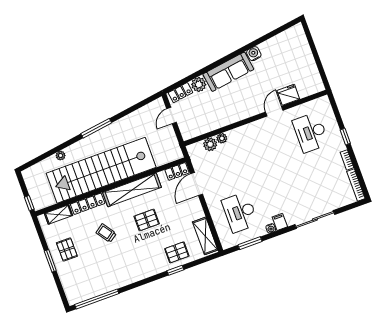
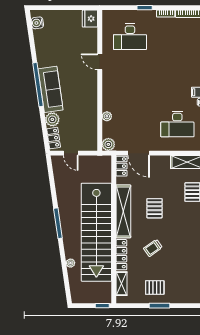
water cooler: (254, 54) -> (37, 23), moved
window: (229, 57) -> (38, 85), added
fridge: (288, 95) -> (90, 19), moved
plant: (210, 144) -> (108, 144), moved

